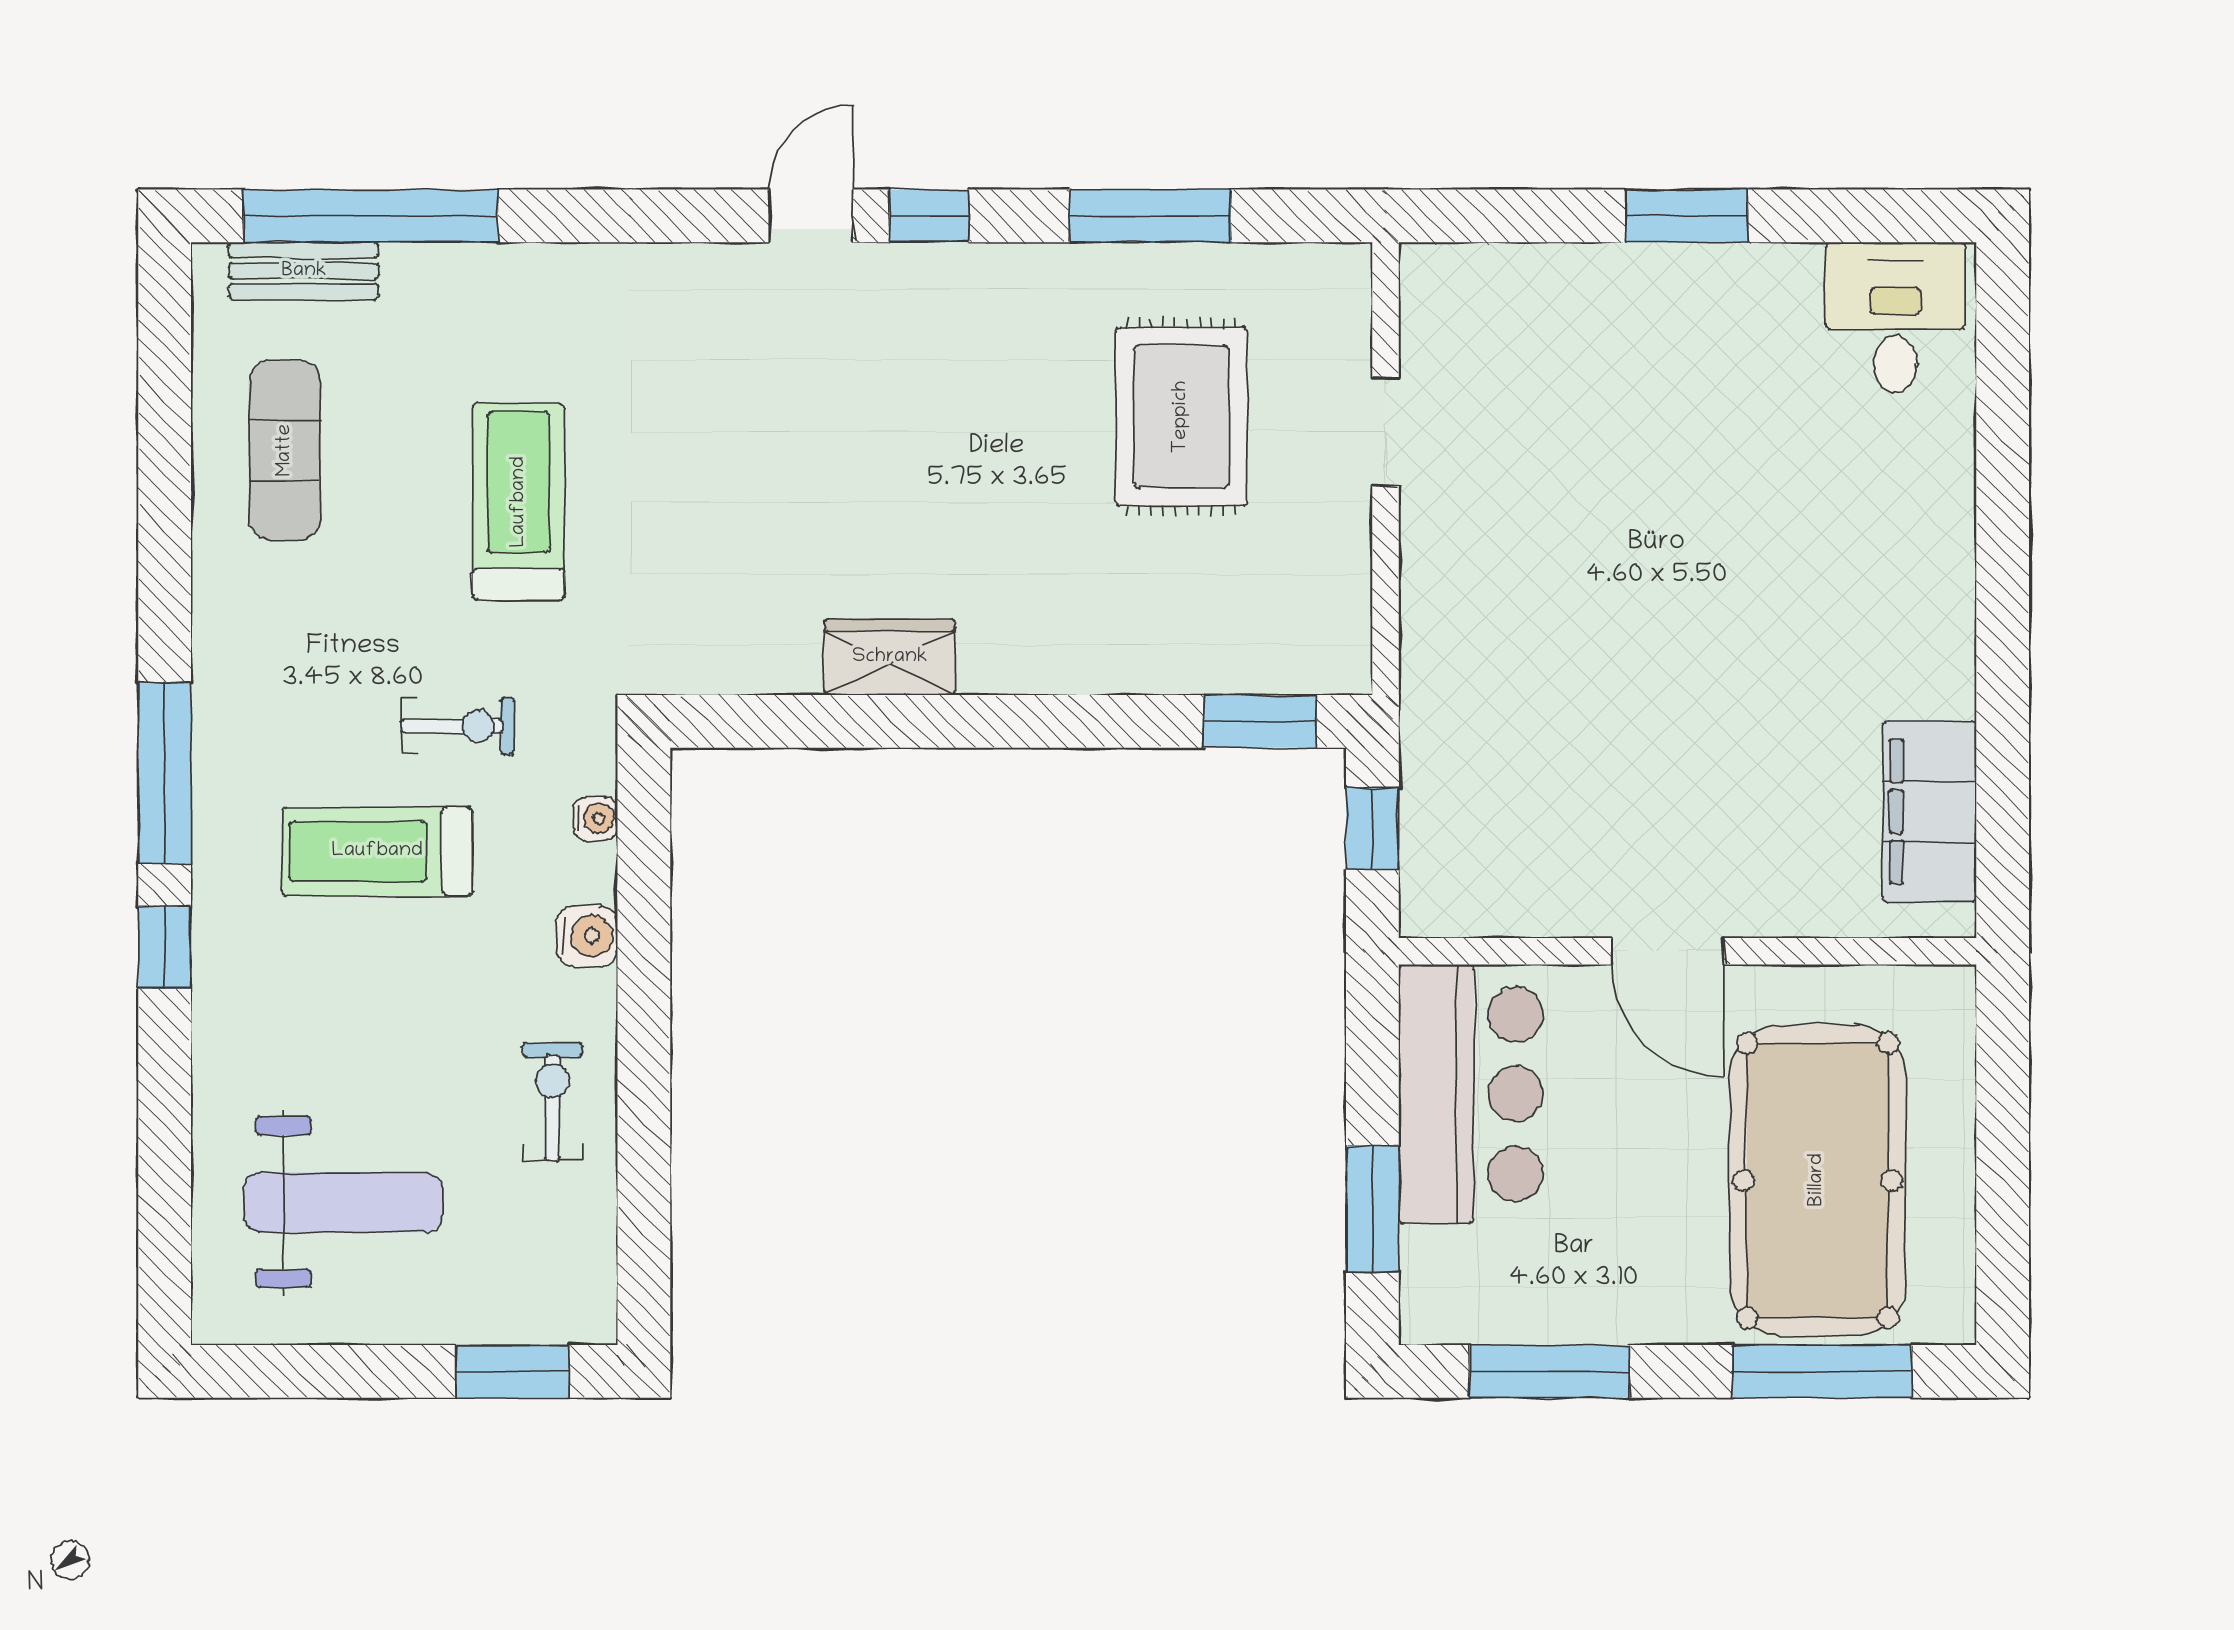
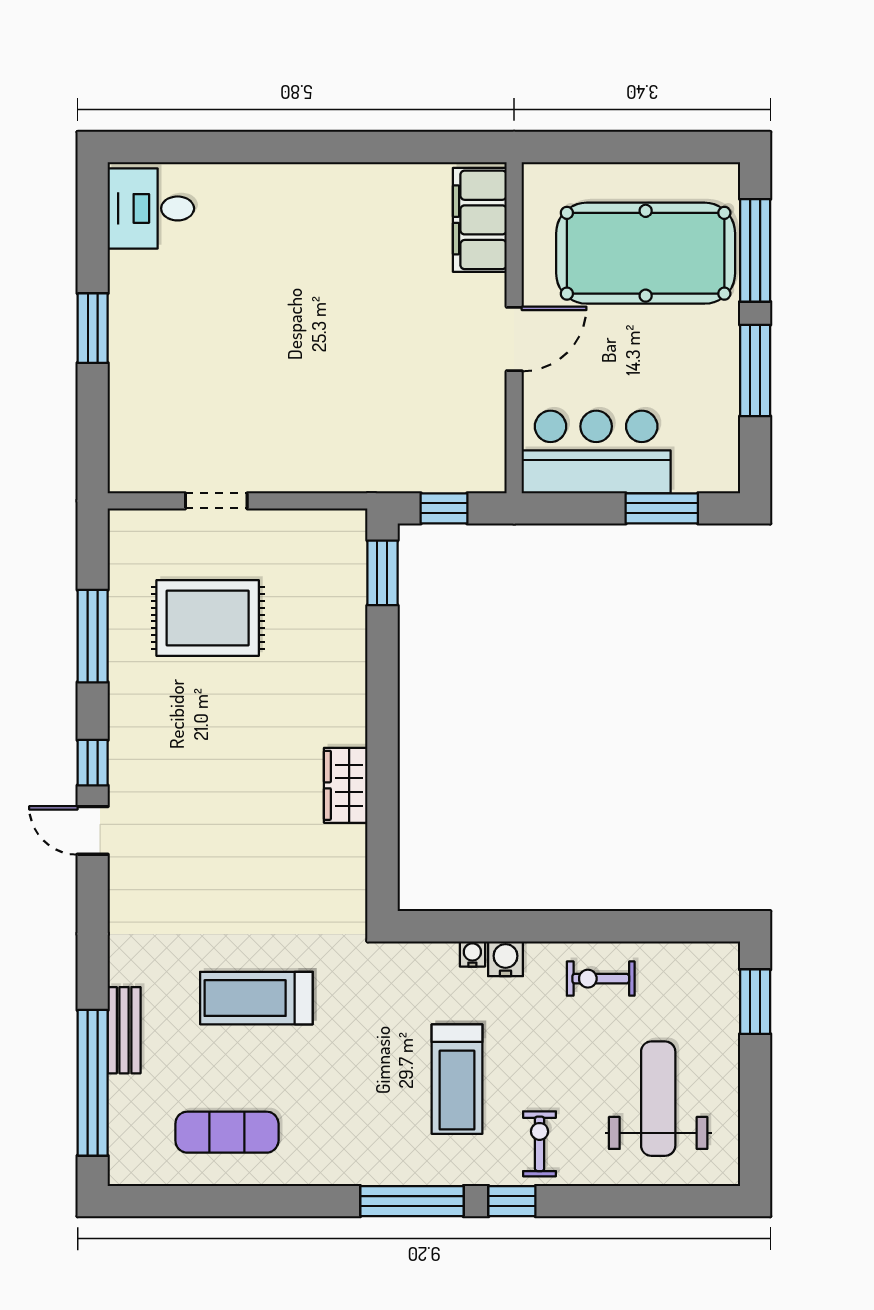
bench: (304, 271) -> (124, 1030), moved
exercise bike: (457, 726) -> (540, 1144), moved
filing cabinet: (1929, 812) -> (480, 220), moved, turned 90
water cooler: (595, 818) -> (472, 954), moved
window: (1549, 1371) -> (755, 371), moved

